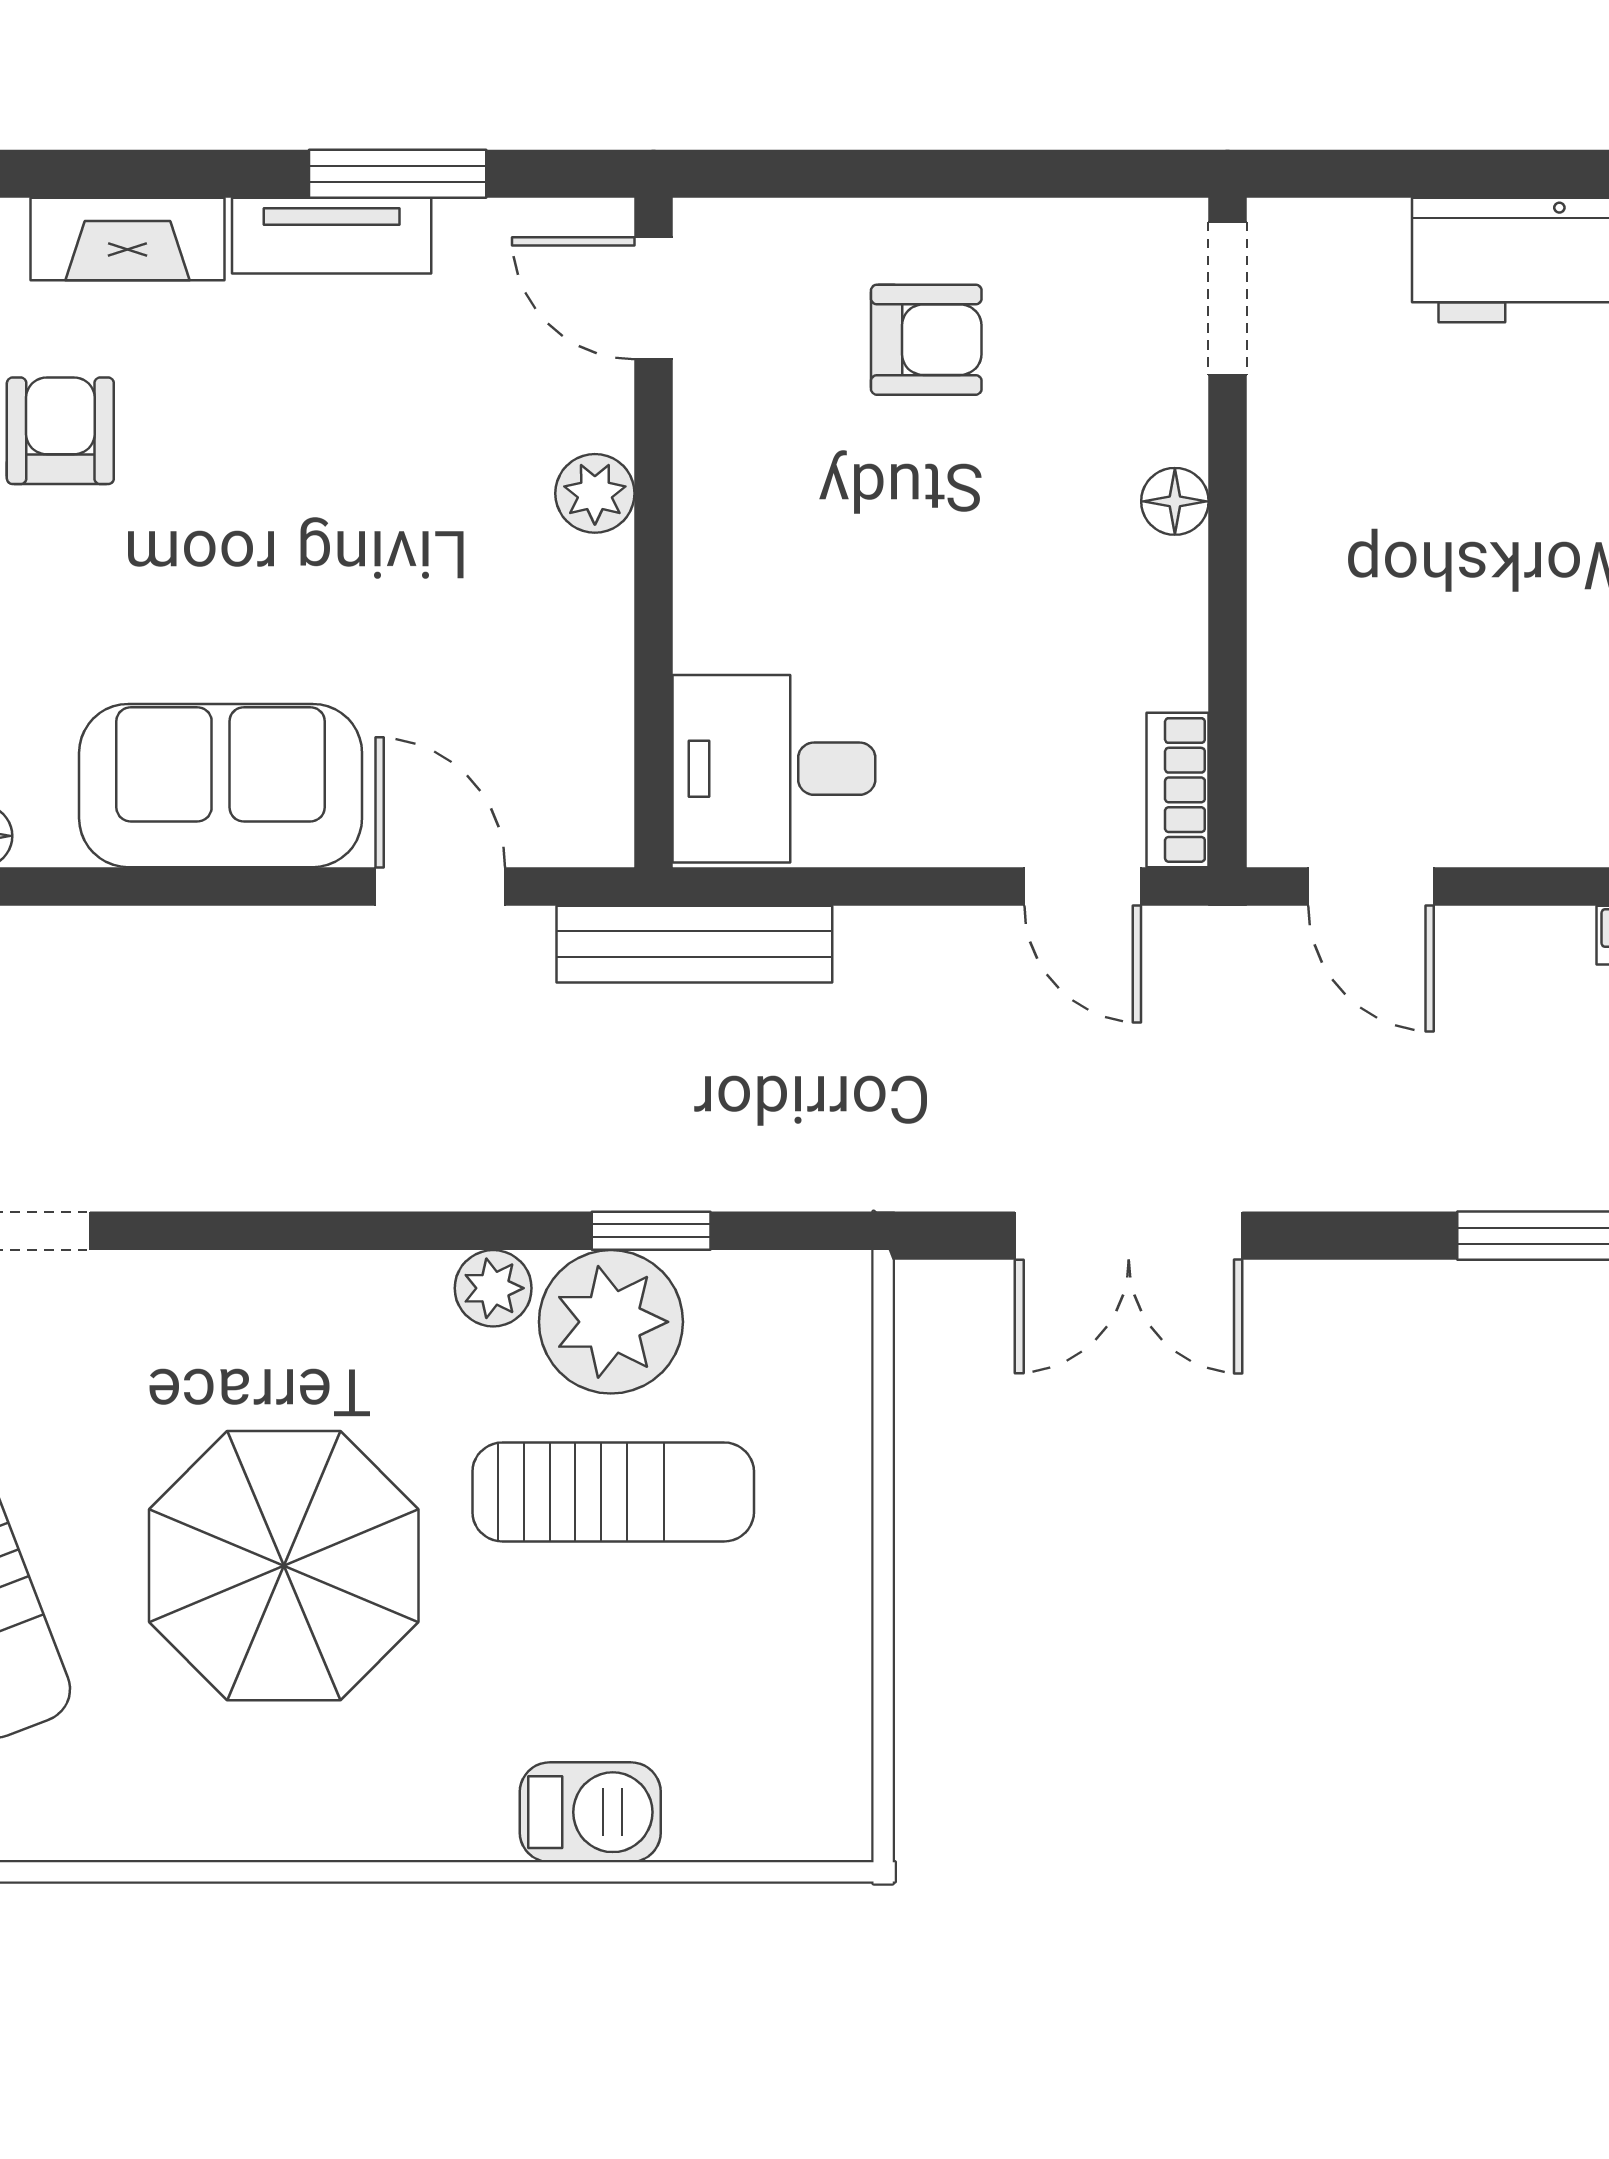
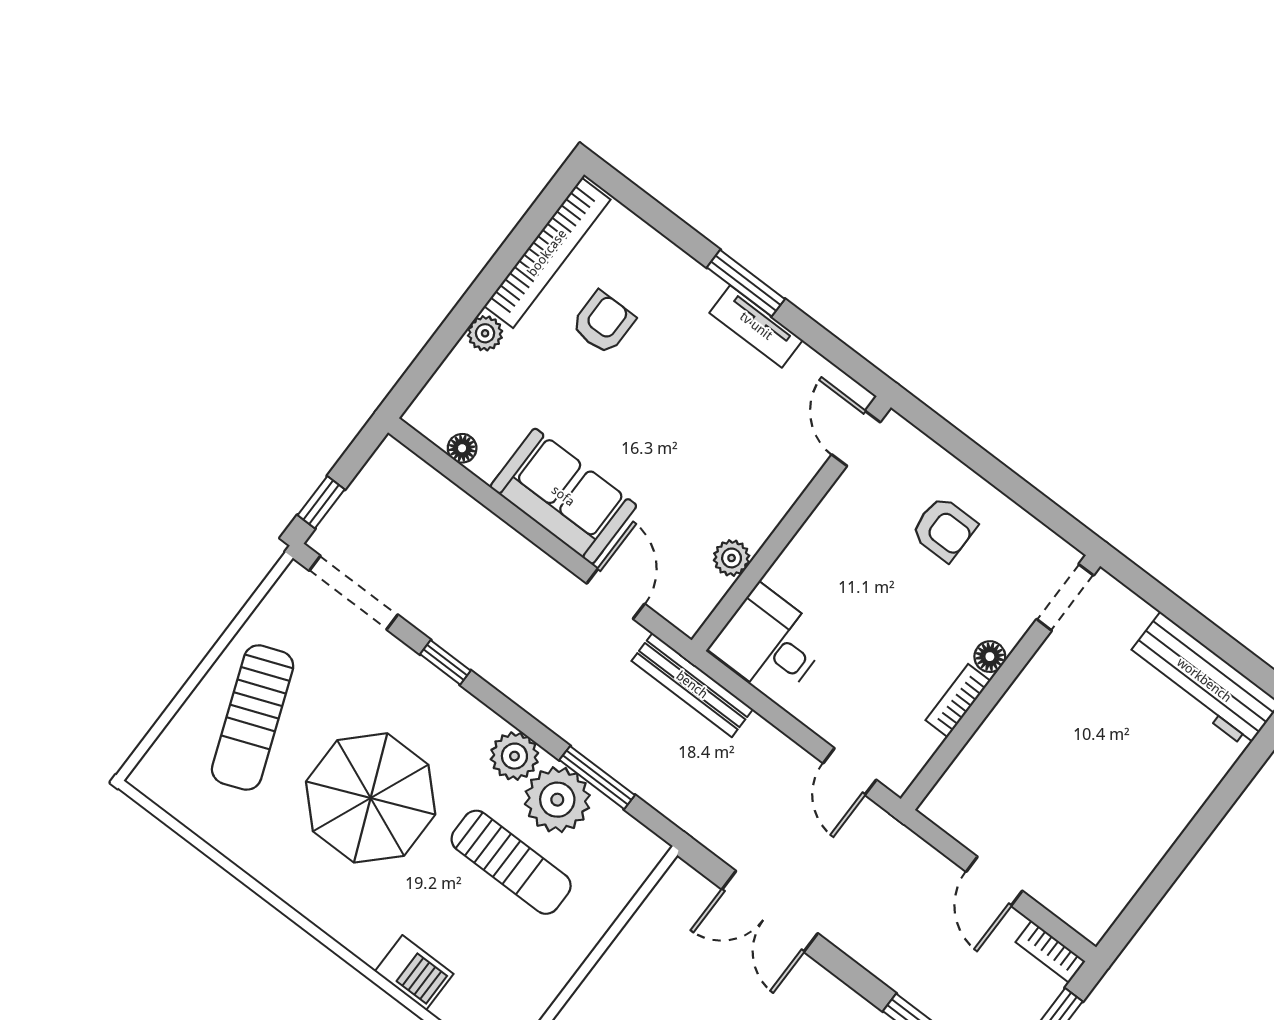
window: (398, 174) -> (746, 283), moved
fireplace: (127, 239) -> (681, 271), removed
plant: (595, 493) -> (732, 558), moved
bookcase: (1178, 790) -> (958, 701), moved
door: (1371, 886) -> (994, 881), moved
window: (235, 1231) -> (445, 662), added
window: (651, 1231) -> (597, 778), width x1.50
plant: (493, 1288) -> (514, 756), width x1.38, depth x1.38

